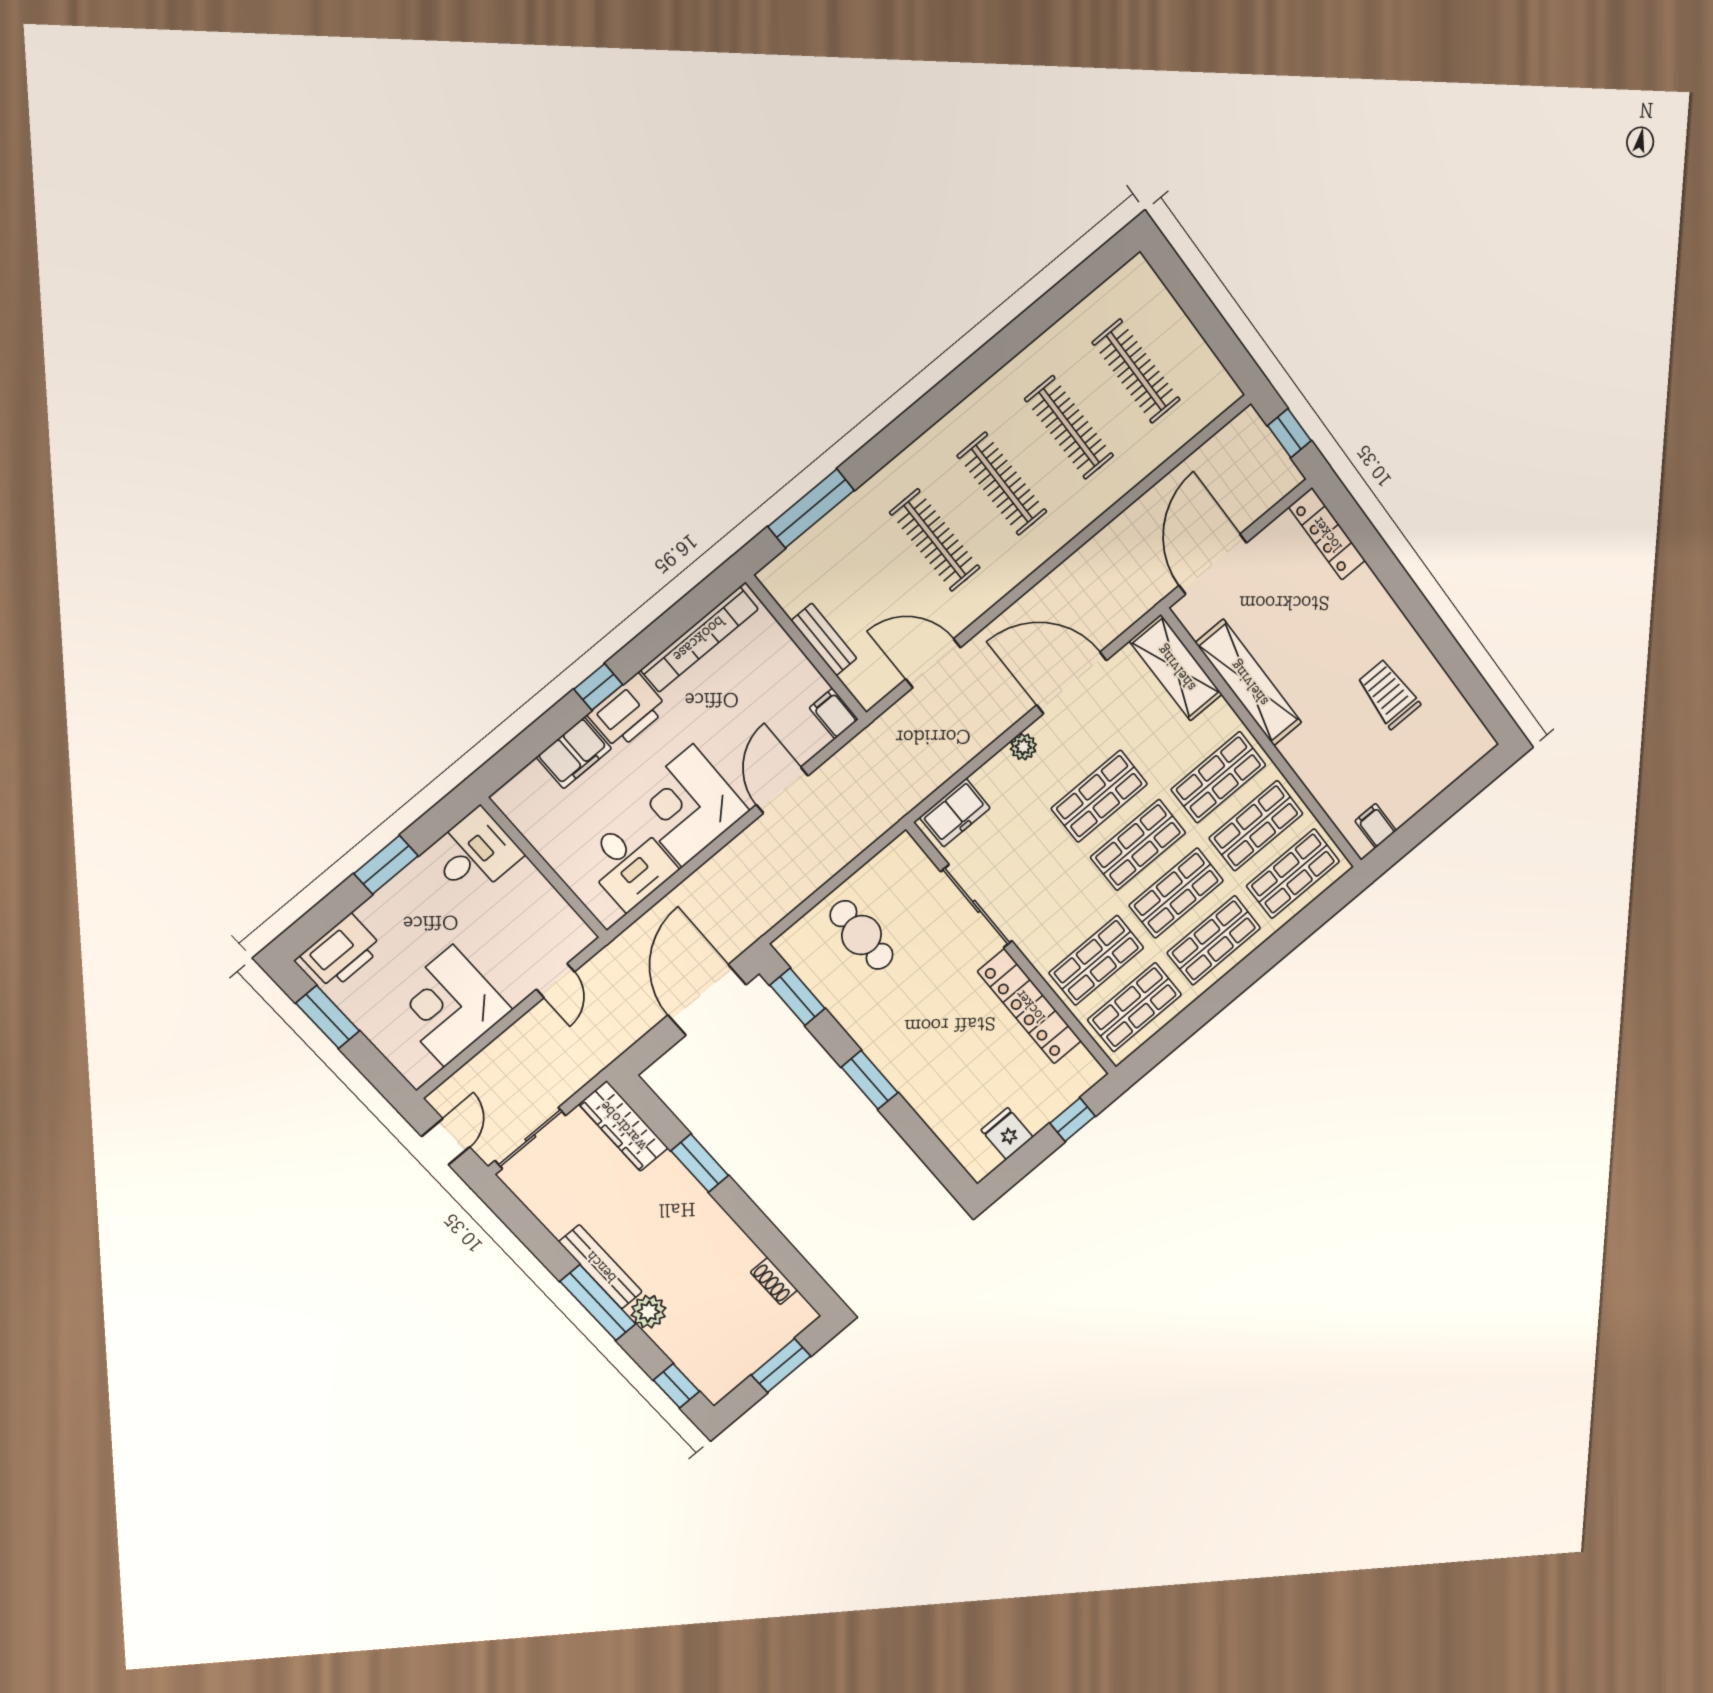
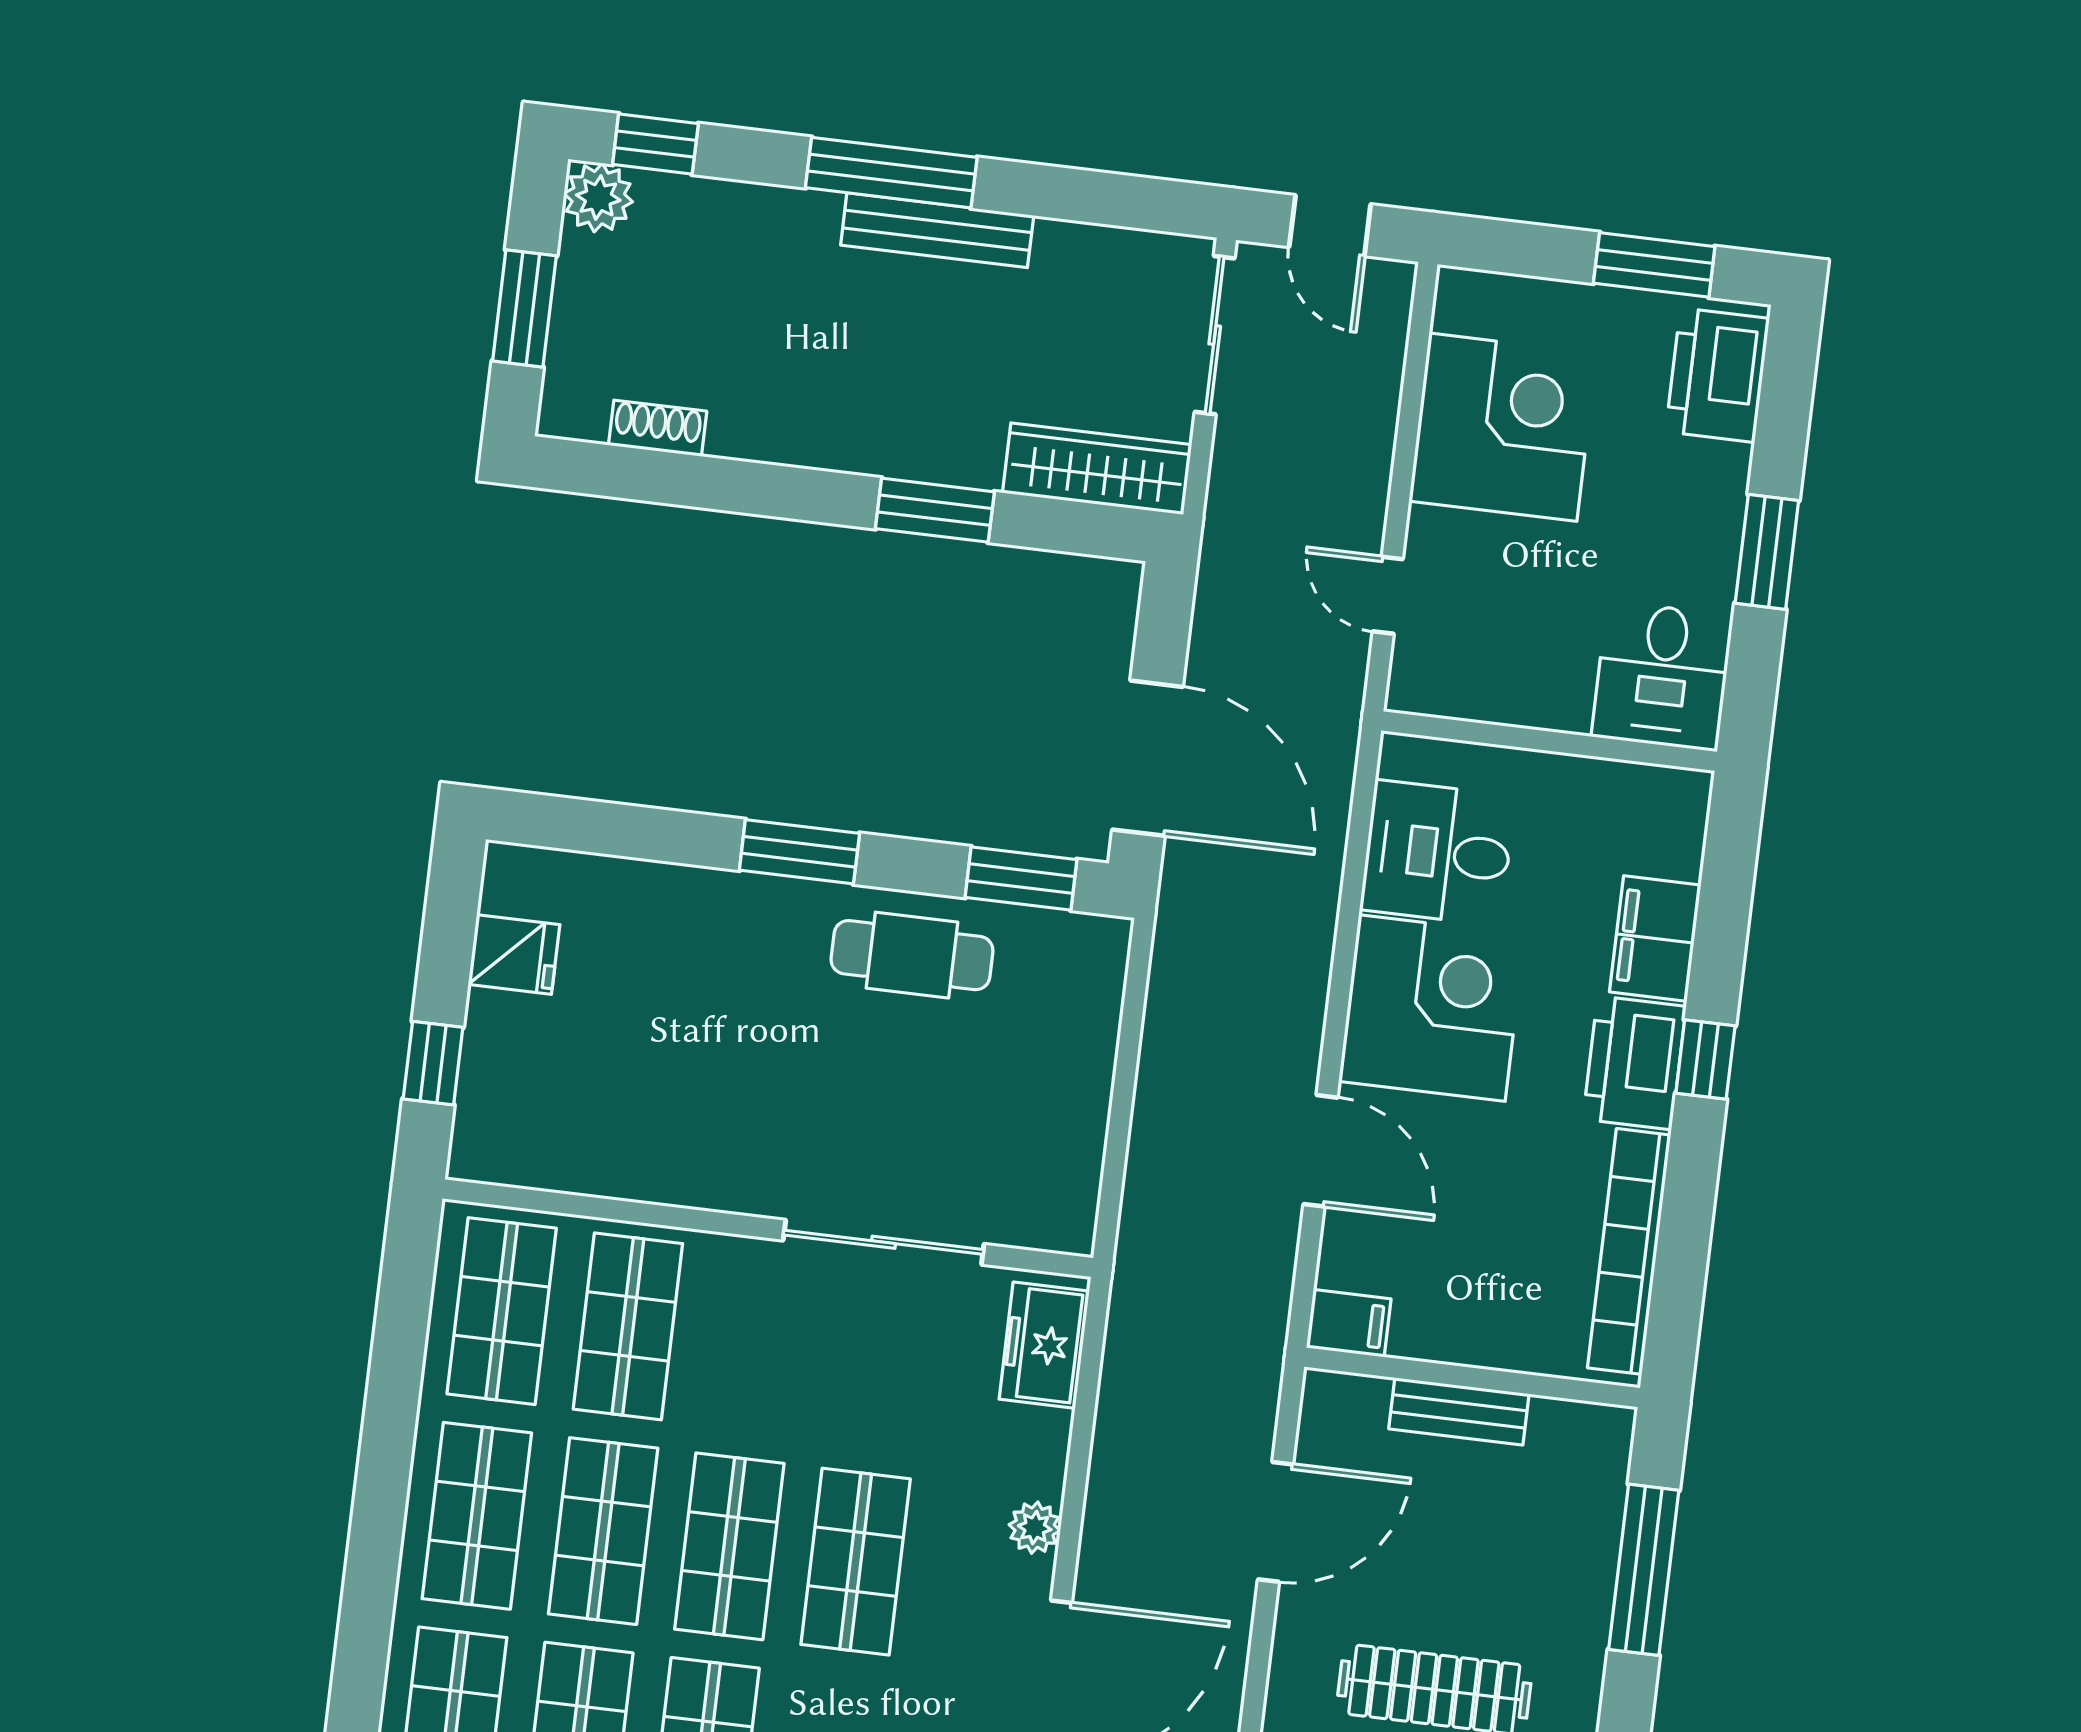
cafe table: (862, 935) -> (912, 955), moved
locker: (1030, 1006) -> (663, 1170), removed
plant: (649, 1312) -> (598, 198), moved

